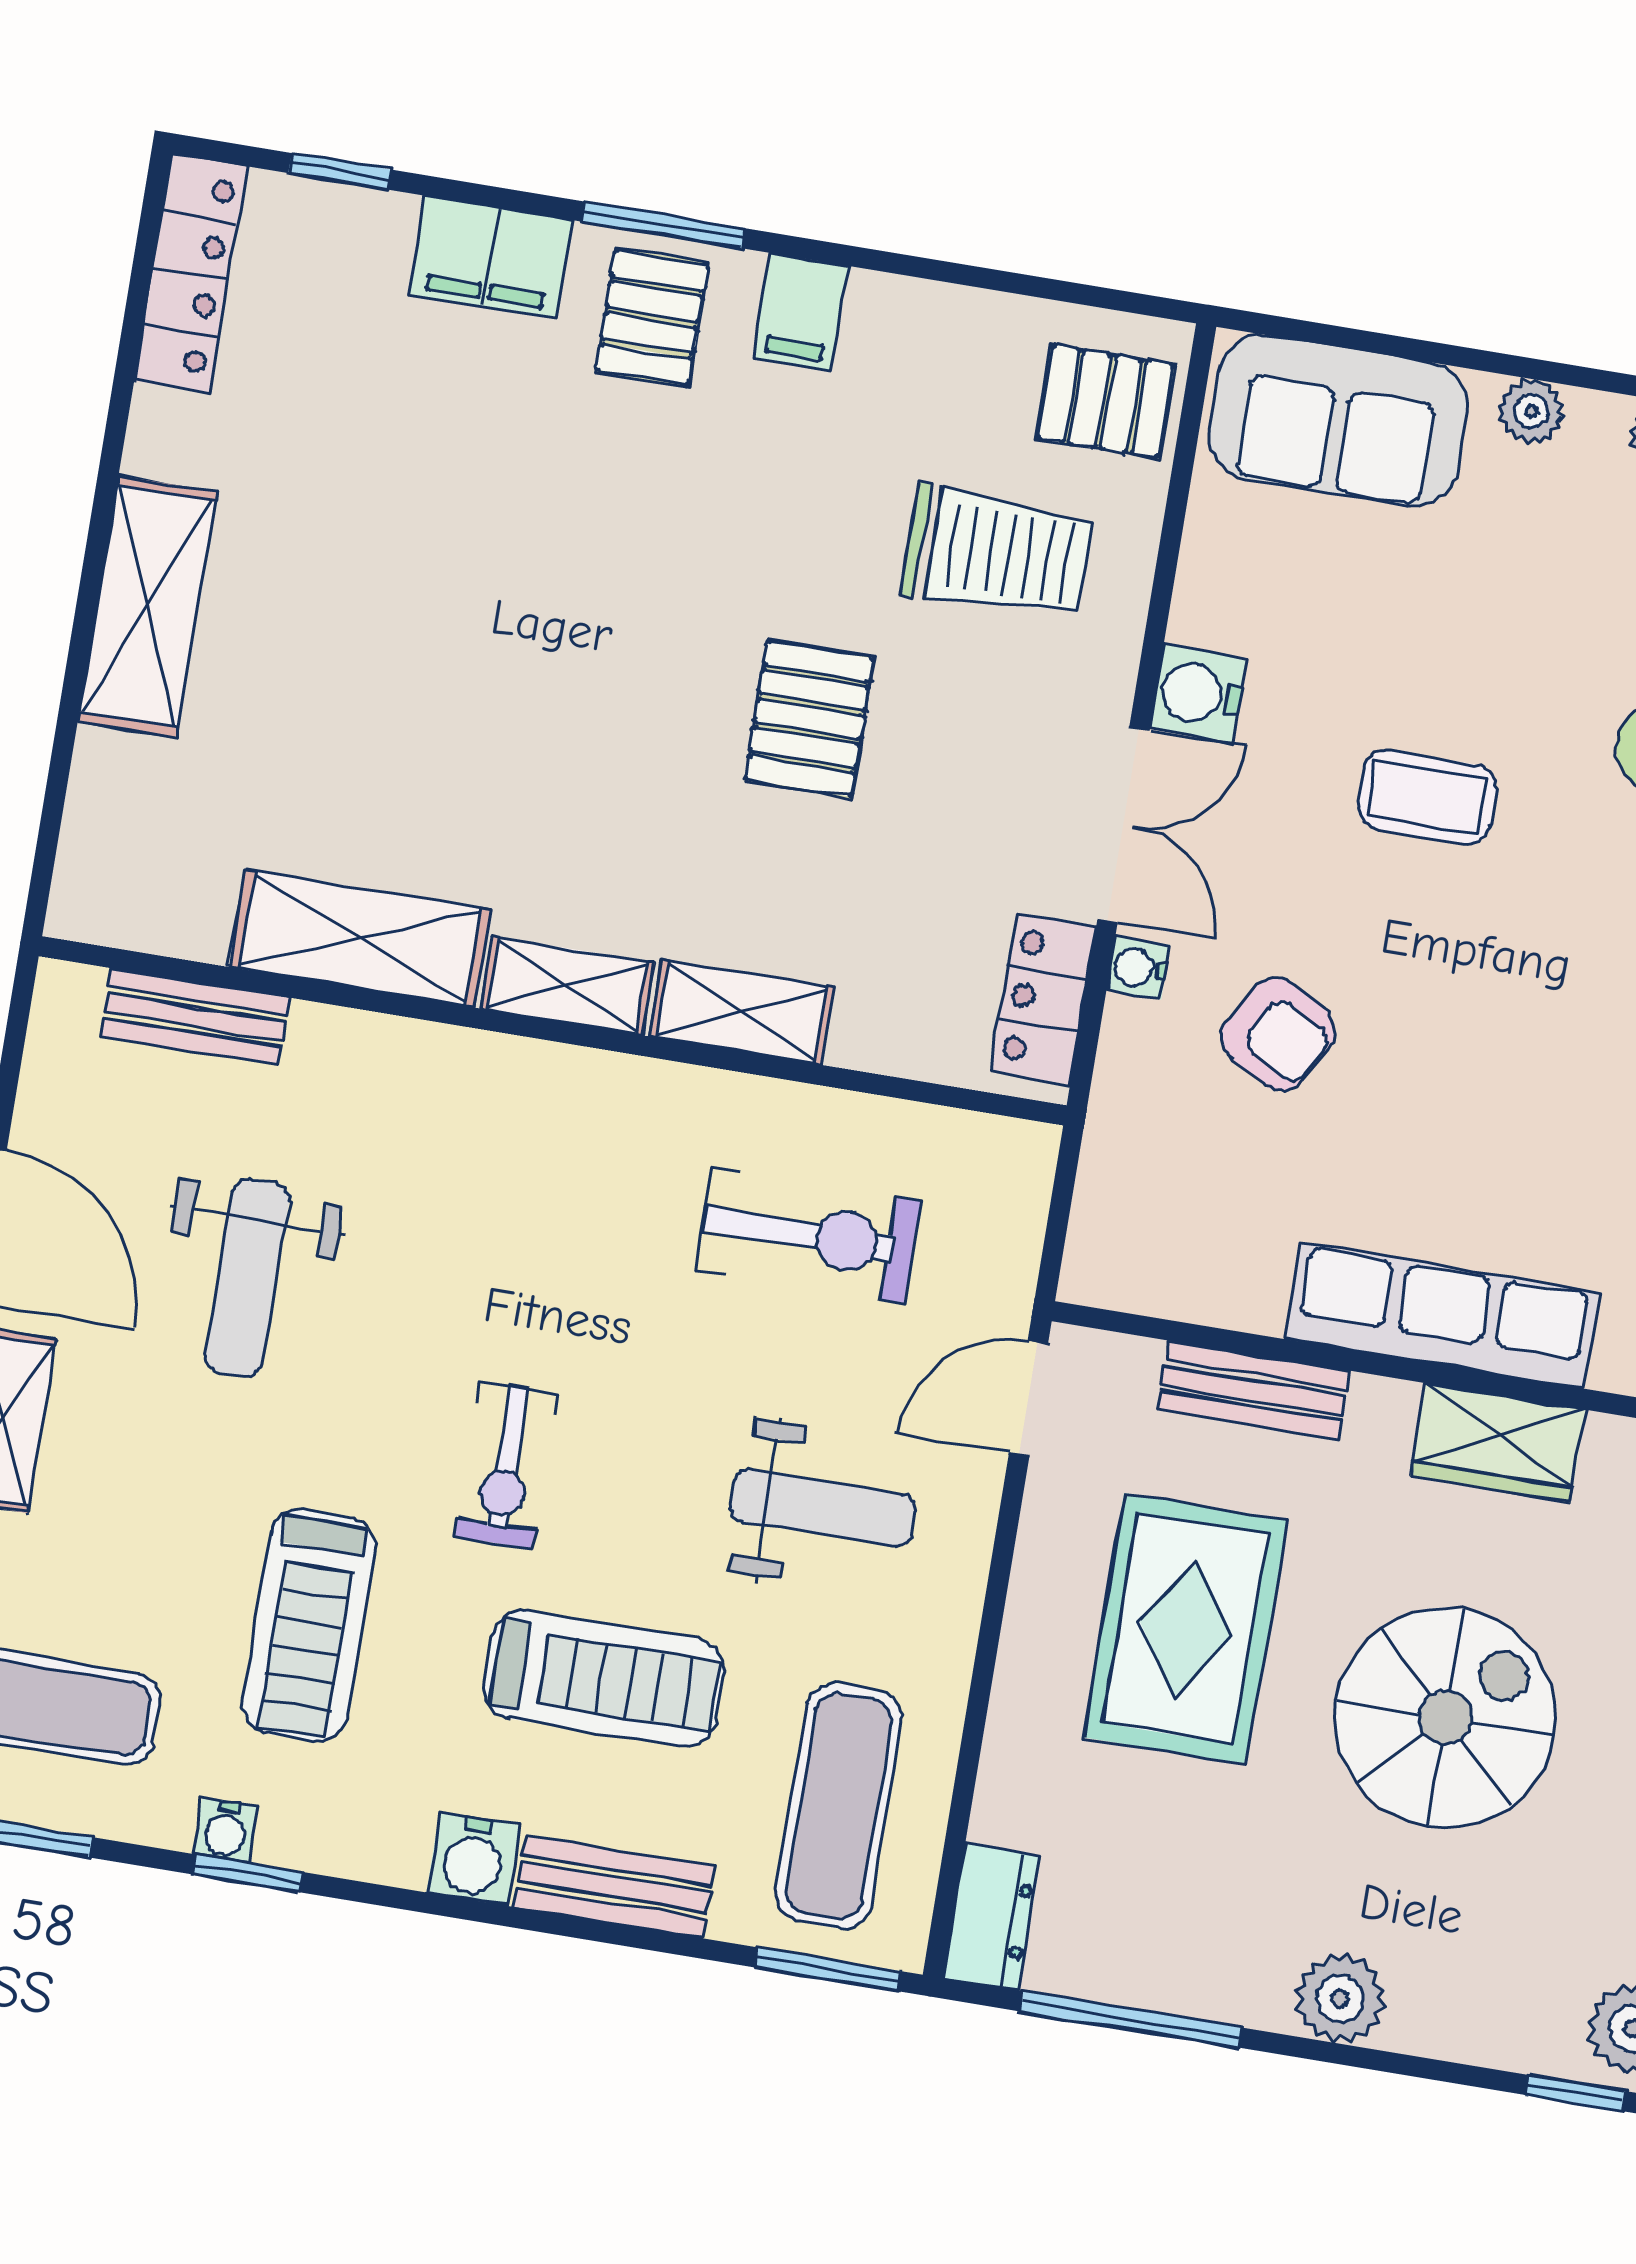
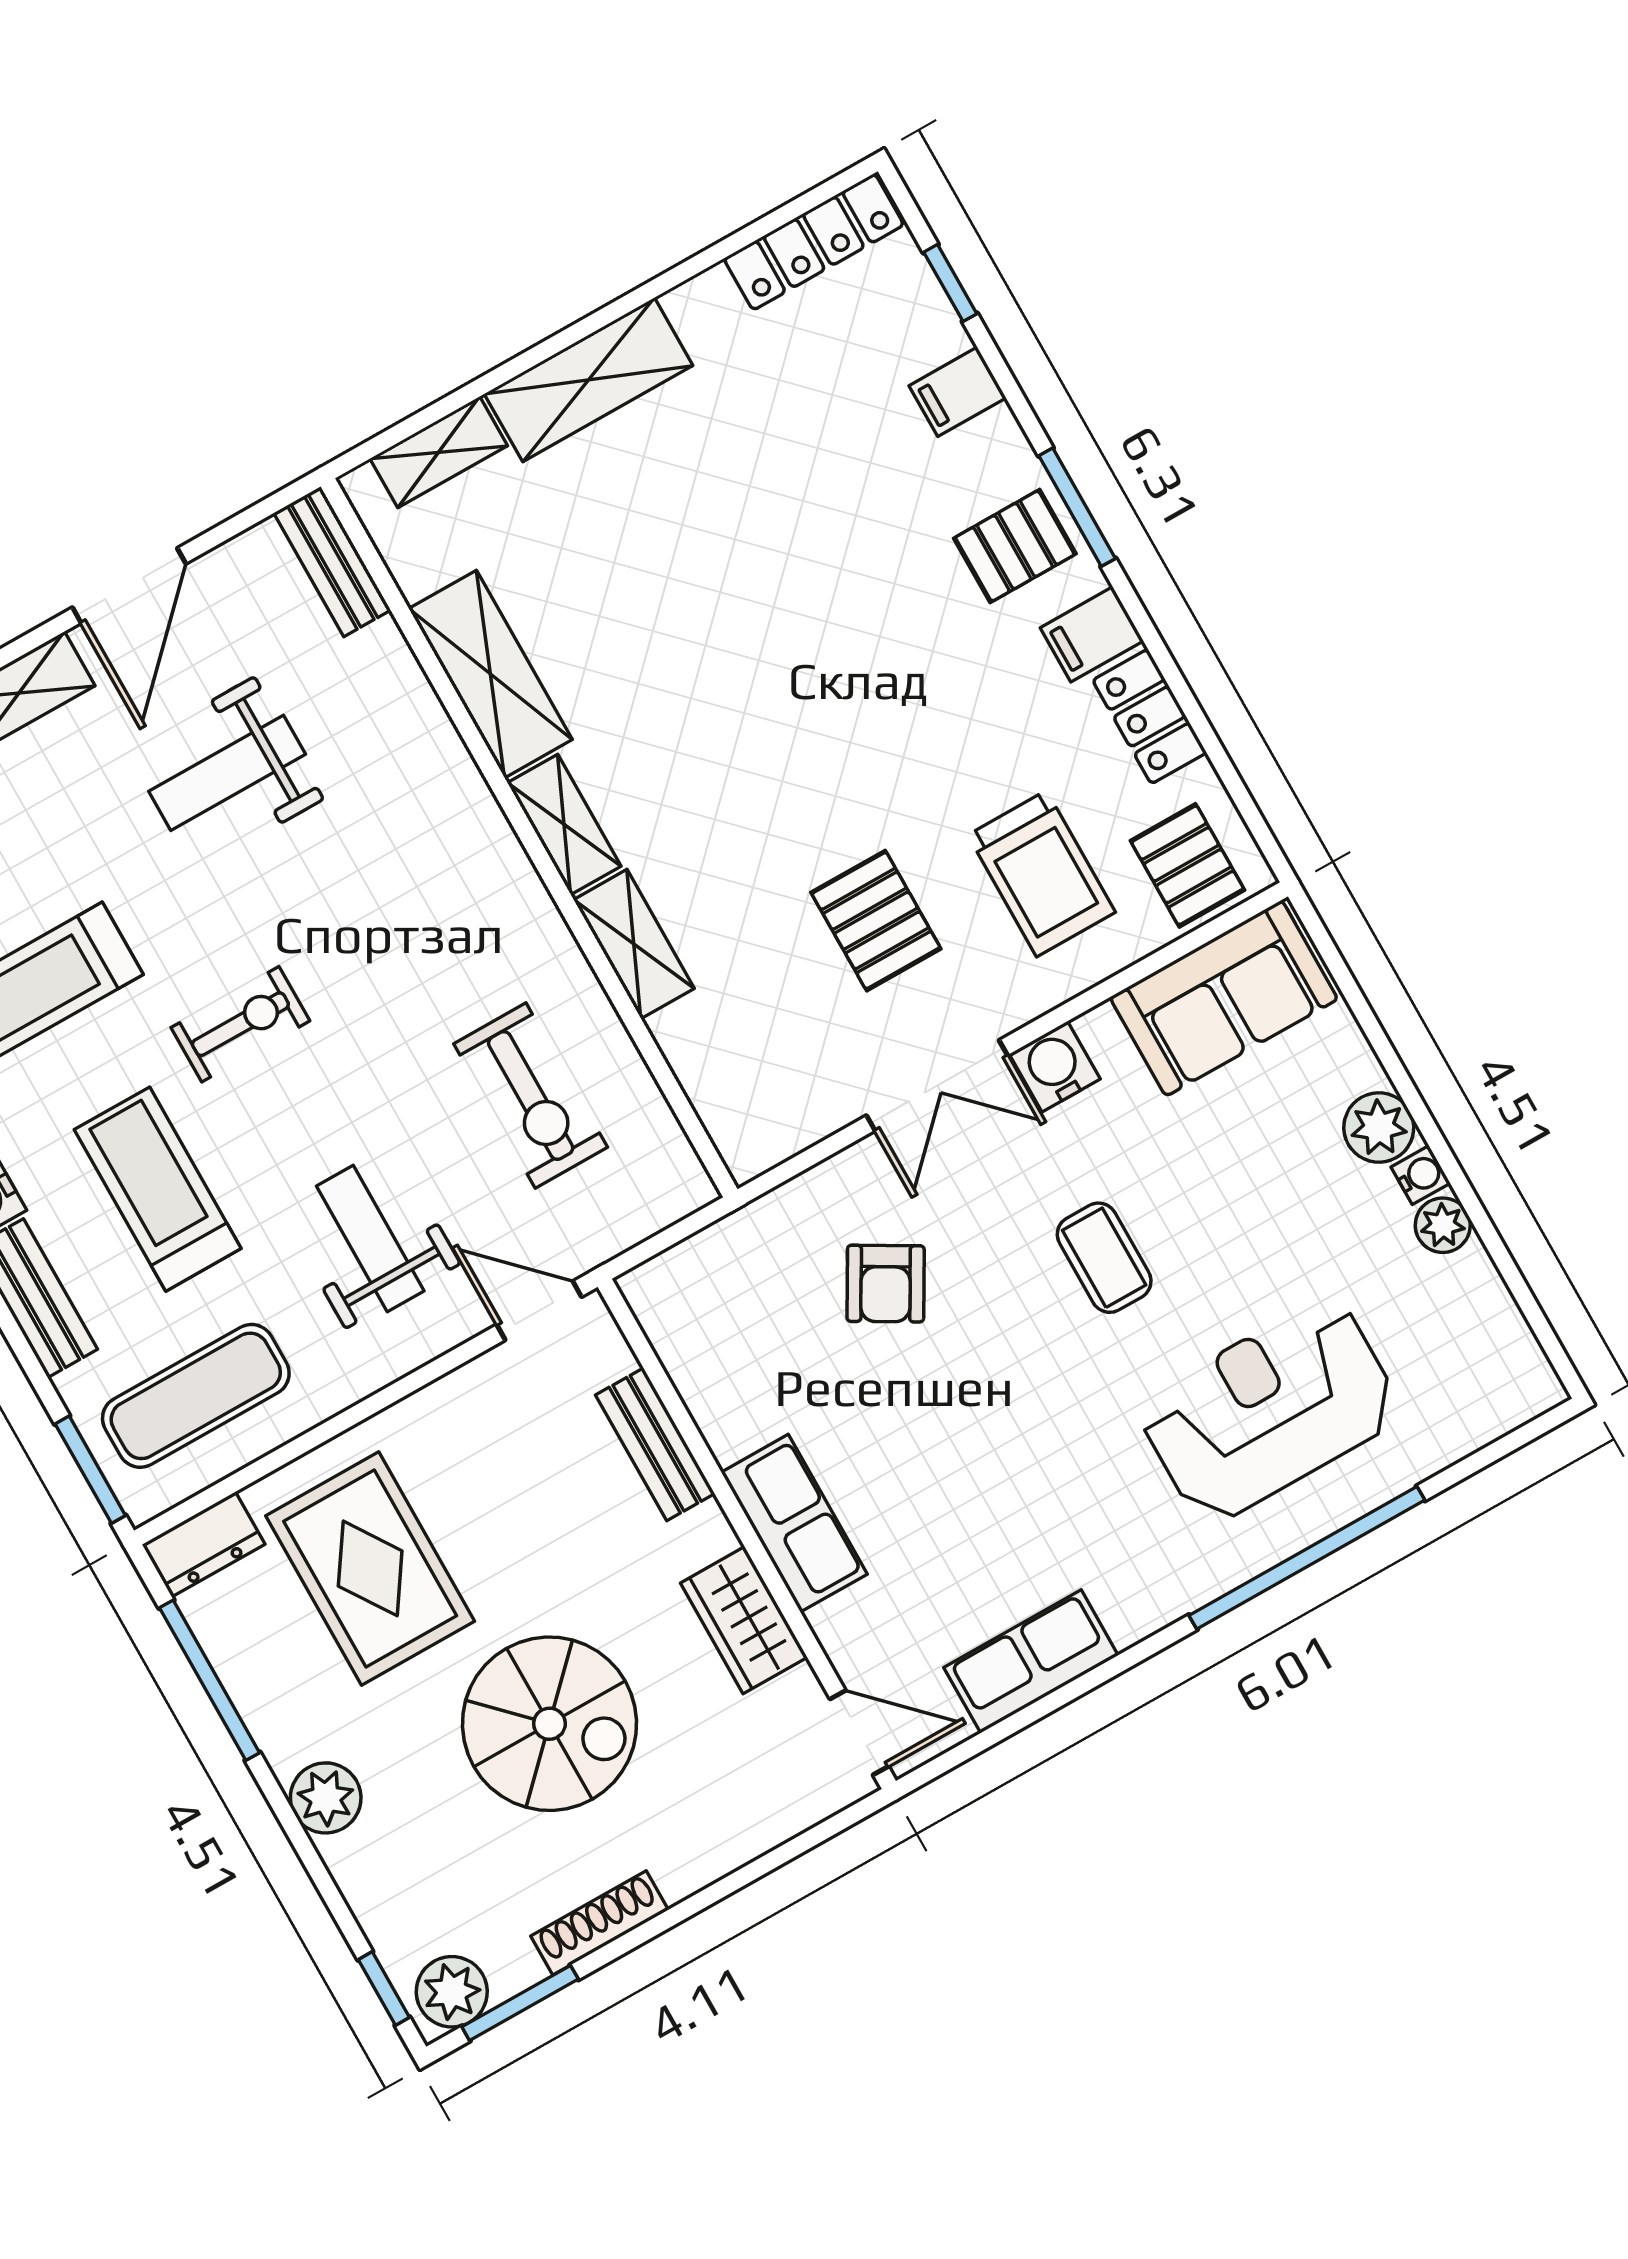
filing cabinet: (490, 257) -> (958, 392), width x0.50
plant: (1531, 412) -> (1379, 1127), width x1.38, depth x1.38
sofa: (1338, 421) -> (1224, 998), moved, turned -90
pallet: (809, 719) -> (876, 921), moved, turned 90
shelving: (99, 812) -> (439, 452), added
water cooler: (1138, 968) -> (1421, 1175), moved, turned 90
locker: (1043, 999) -> (1150, 716), moved, turned -90
bench: (195, 1017) -> (332, 561), moved
row of seats: (1442, 1316) -> (794, 1523), width x0.68
exercise bike: (507, 1465) -> (240, 1024), turned 180
weight bench: (822, 1508) -> (370, 1239), turned 180
rug: (1185, 1629) -> (370, 1568), moved, turned 90
treadmill: (604, 1679) -> (158, 1189), turned 180

